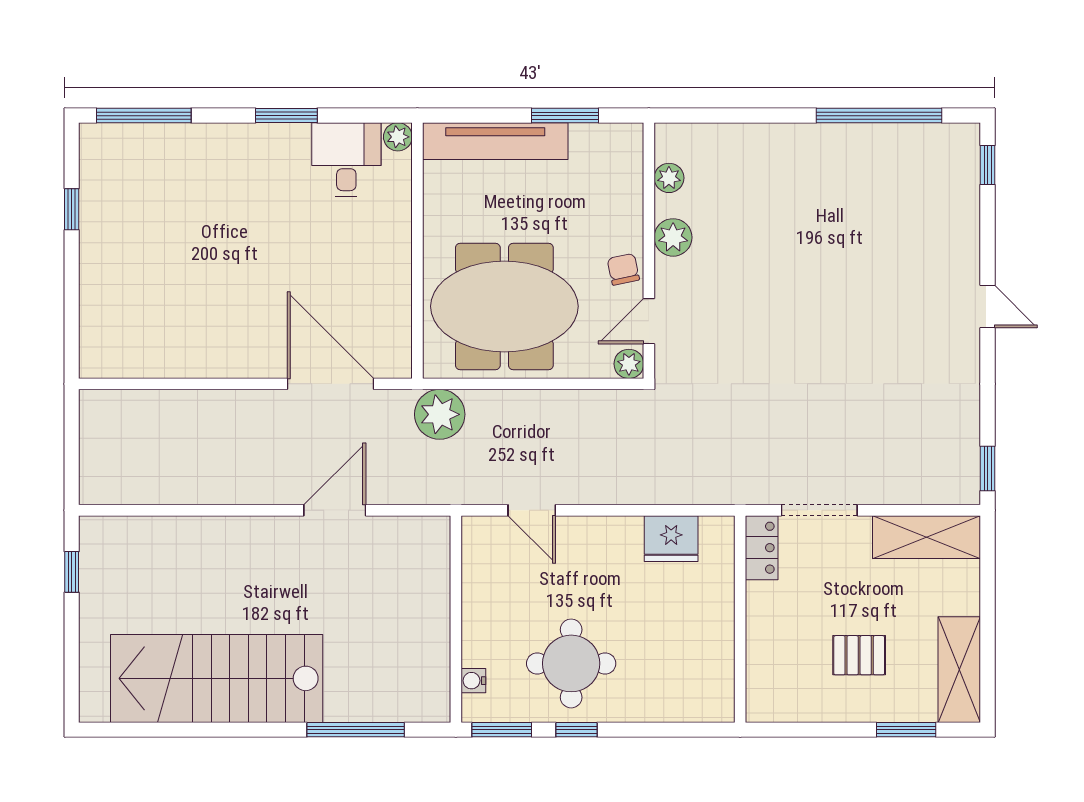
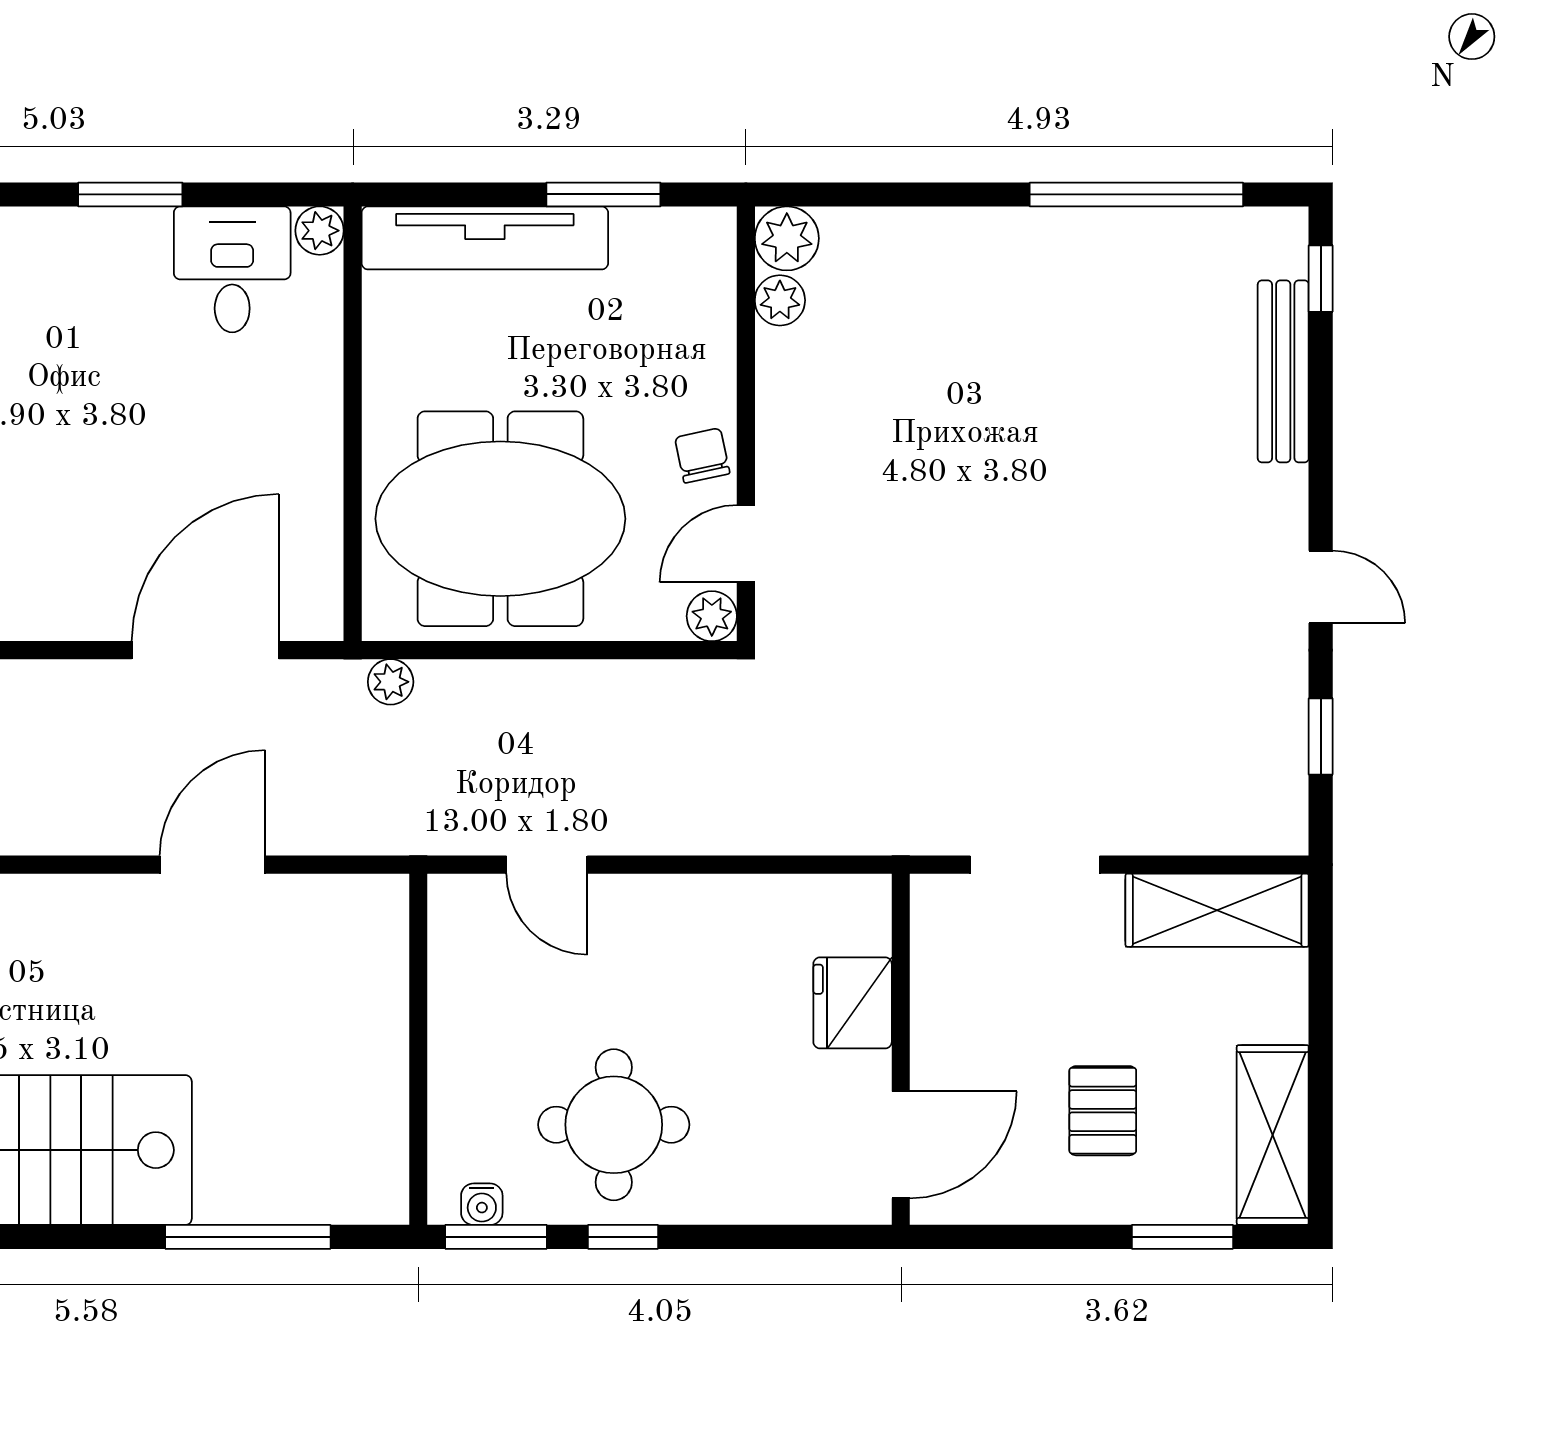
bench: (965, 220) -> (1283, 371), added
plant: (673, 237) -> (787, 238), moved
door: (988, 307) -> (1321, 587), moved
door: (331, 384) -> (205, 650), hinge flipped
plant: (440, 414) -> (391, 682), width x0.53, depth x0.53
window: (988, 468) -> (1321, 736), moved
fridge: (671, 539) -> (853, 1003), moved, turned 90
locker: (762, 548) -> (937, 928), removed
pallet: (859, 655) -> (1103, 1111), turned 90
door: (740, 675) -> (901, 1145), added
water cooler: (473, 681) -> (482, 1204), moved, turned -90

